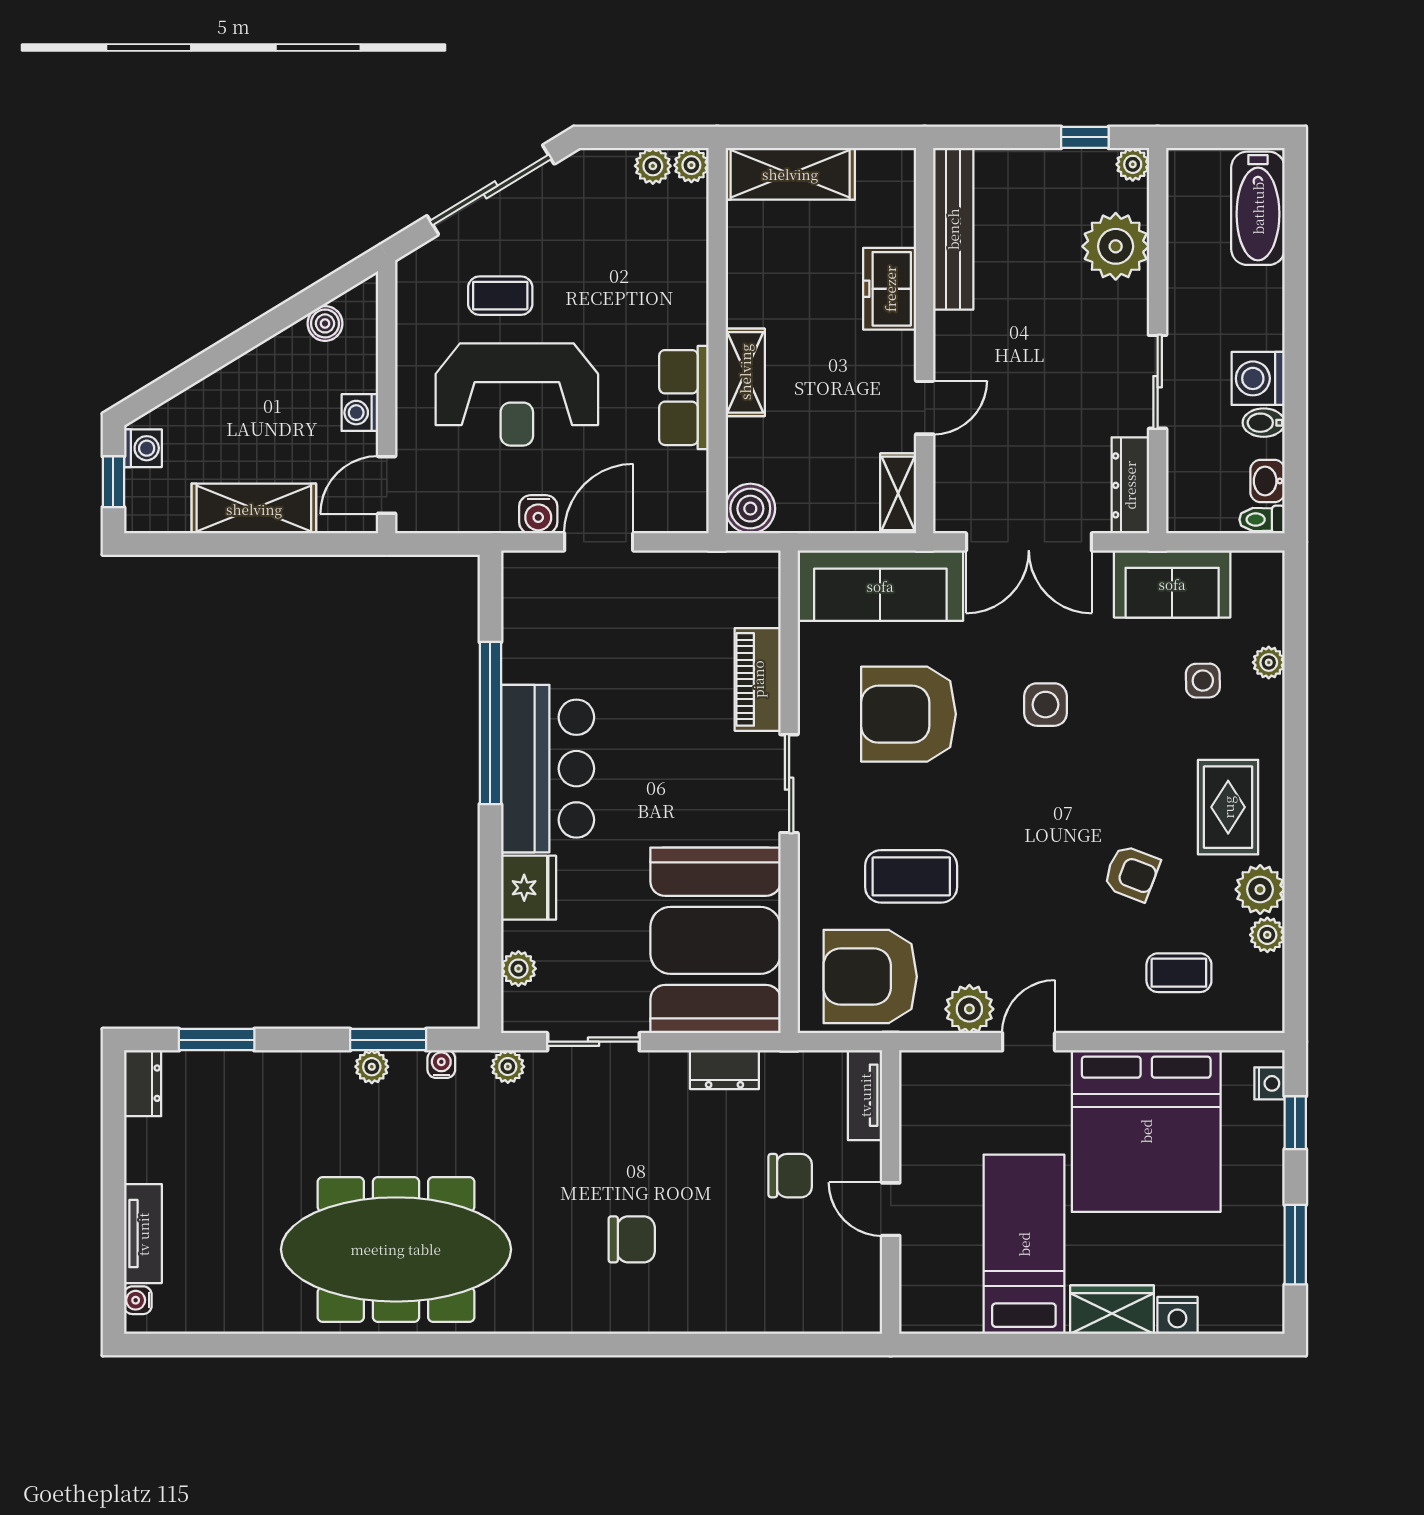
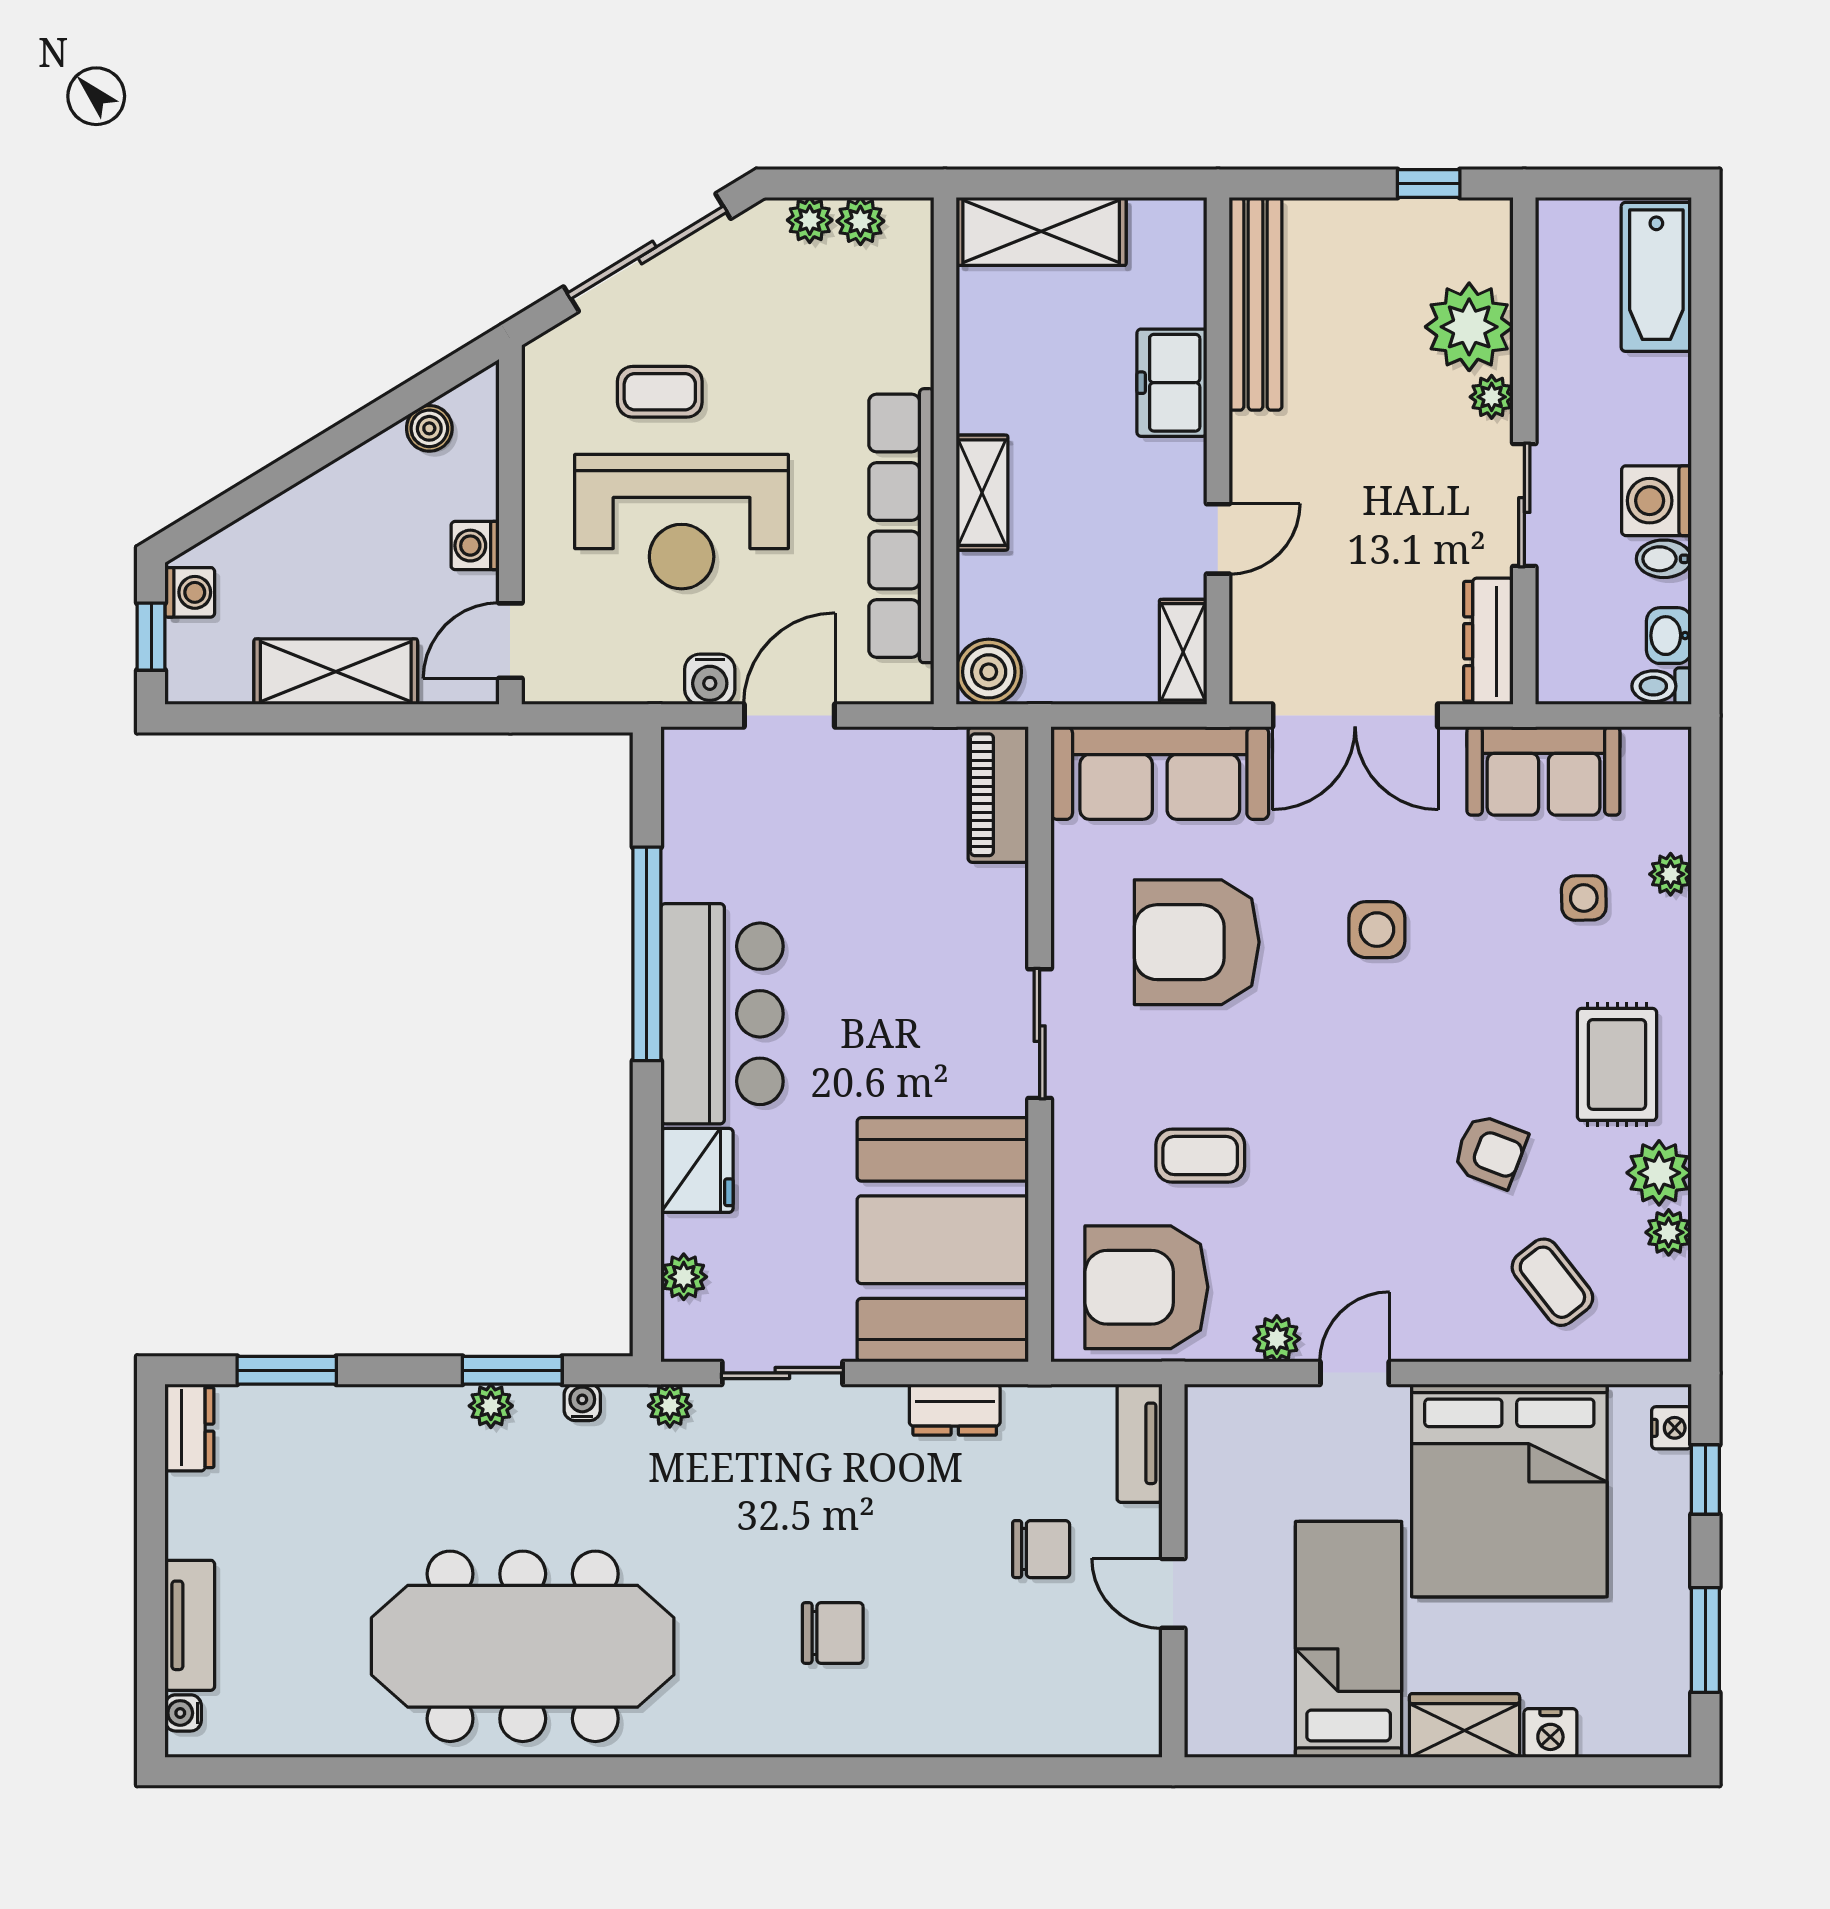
plant: (1133, 164) -> (1492, 397), moved
plant: (691, 165) -> (810, 220), moved
row of seats: (684, 398) -> (901, 526), width x2.02
piano: (758, 679) -> (998, 795), moved
coffee table: (911, 876) -> (1200, 1156), width x0.73, depth x0.77
coffee table: (1179, 973) -> (1552, 1282), turned 52
plant: (969, 1009) -> (1277, 1339), width x0.73, depth x0.73

